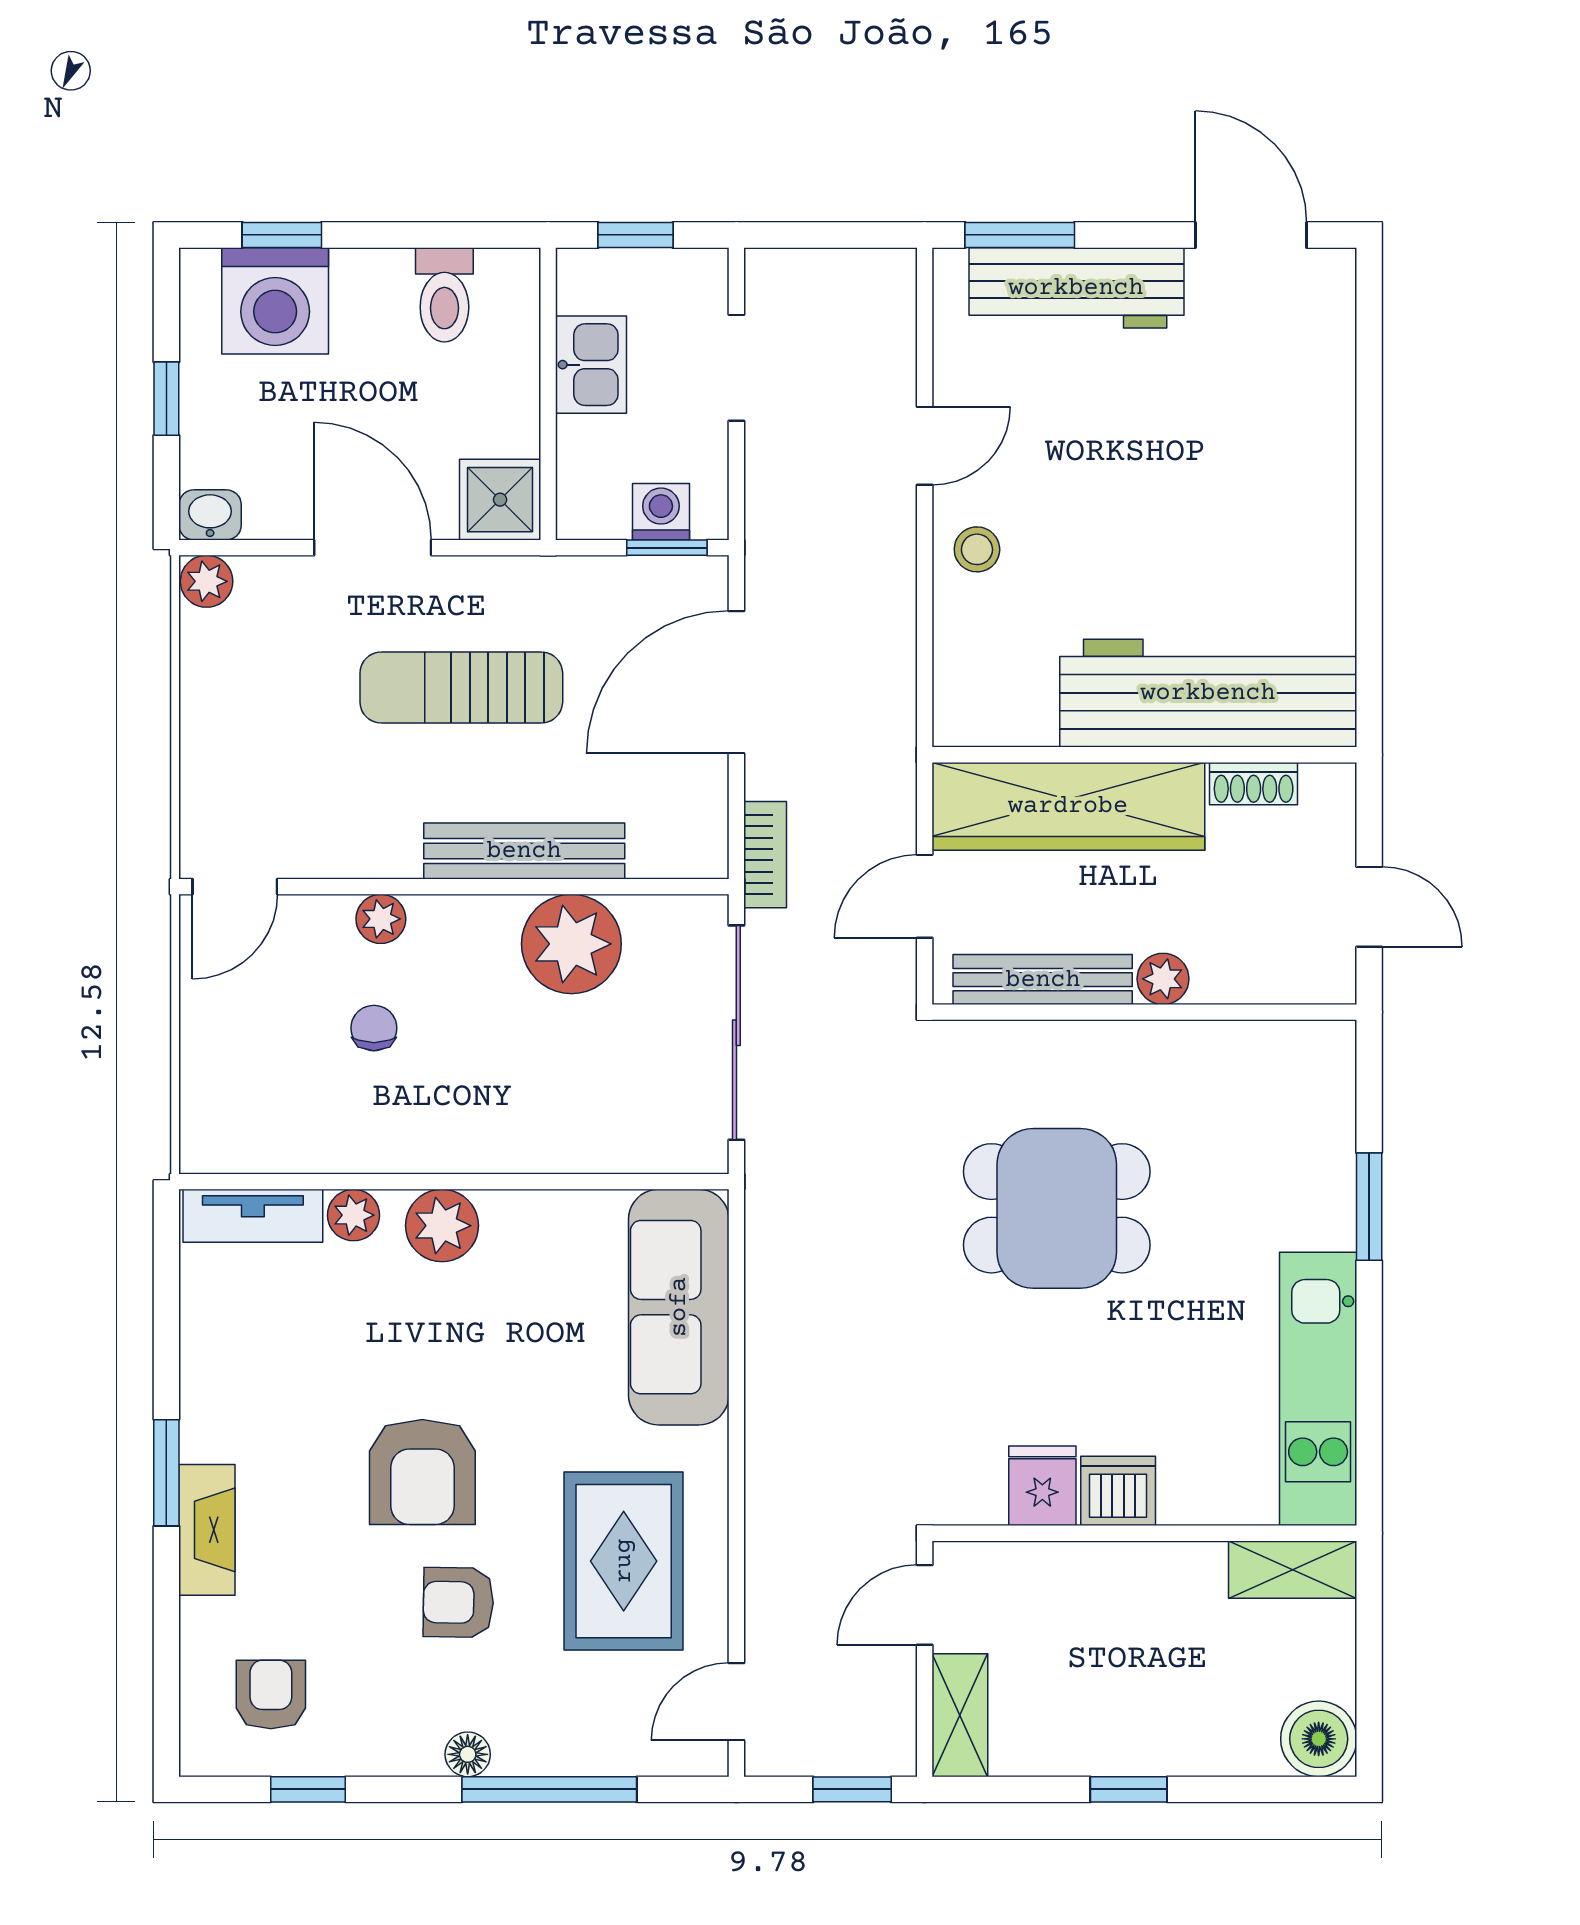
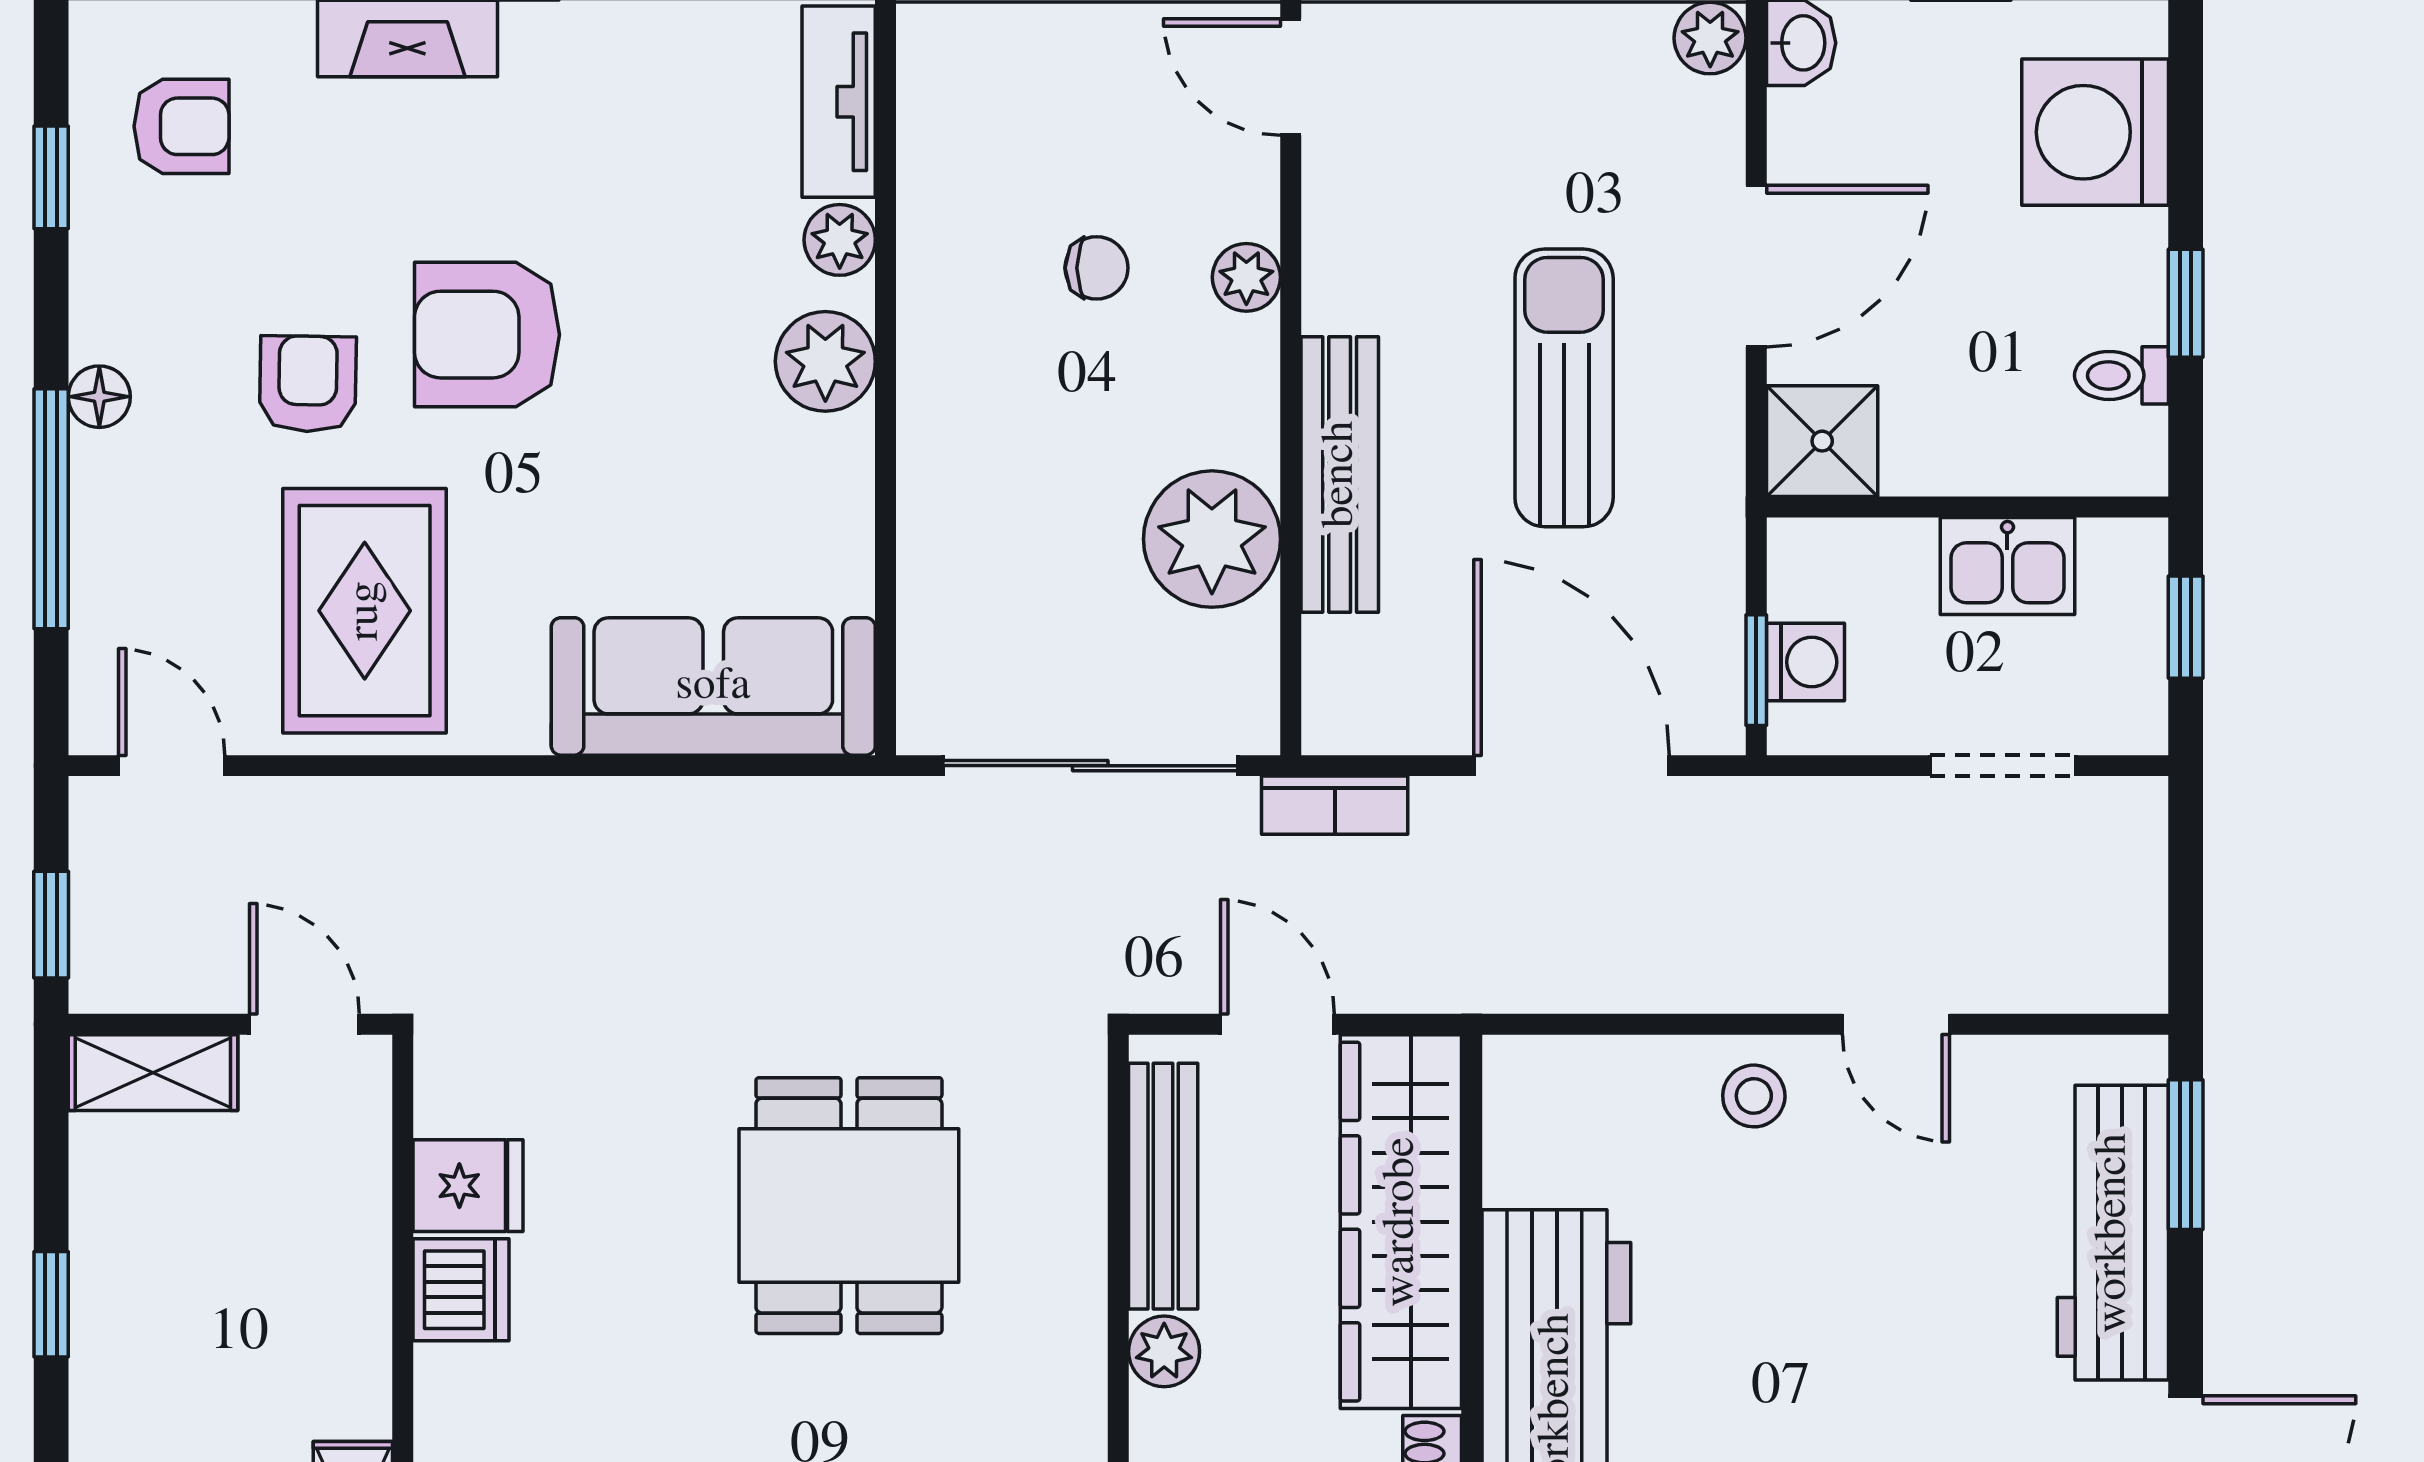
window: (282, 235) -> (2186, 303), moved
toilet: (444, 295) -> (2121, 375), width x0.73, depth x0.72
rug: (624, 1561) -> (365, 611), turned 90

